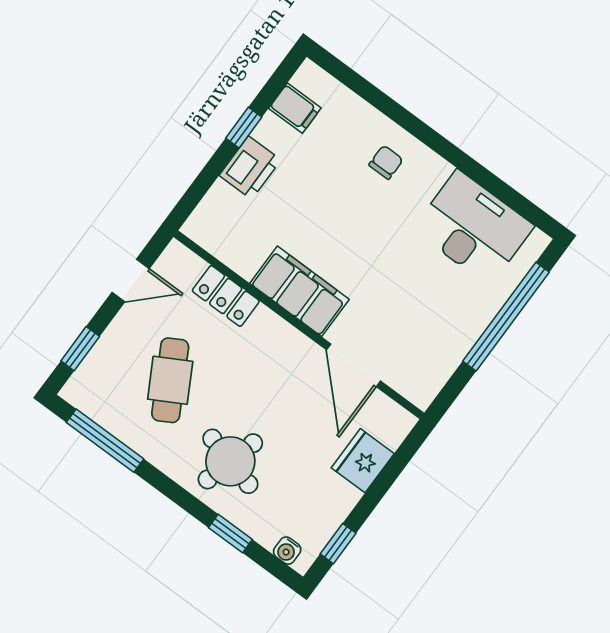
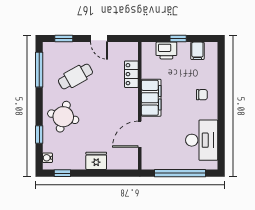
filing cabinet: (299, 291) -> (151, 98), moved
locker: (226, 296) -> (131, 74), moved
wall: (299, 325) -> (140, 106), moved
door: (354, 365) -> (140, 134), moved

